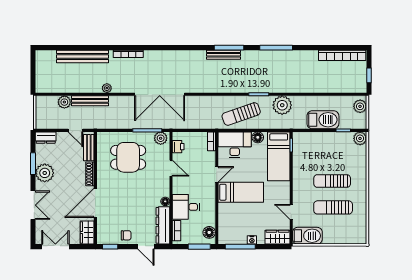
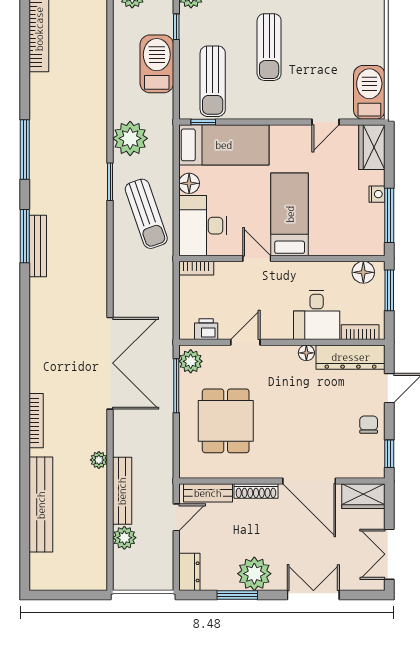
sun lounger: (333, 207) -> (213, 81), moved

